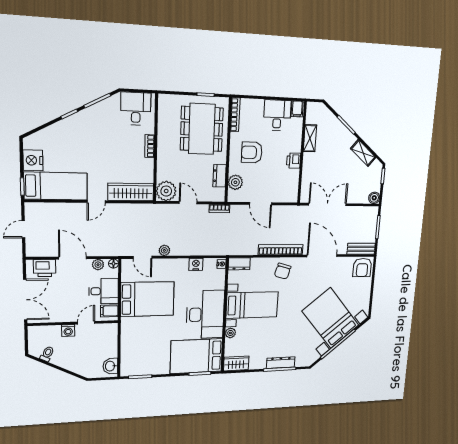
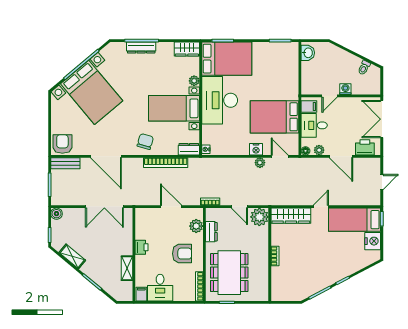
desk: (136, 109) -> (287, 287), removed
bookcase: (281, 250) -> (166, 163), moved
nightstand: (196, 264) -> (256, 149), moved

